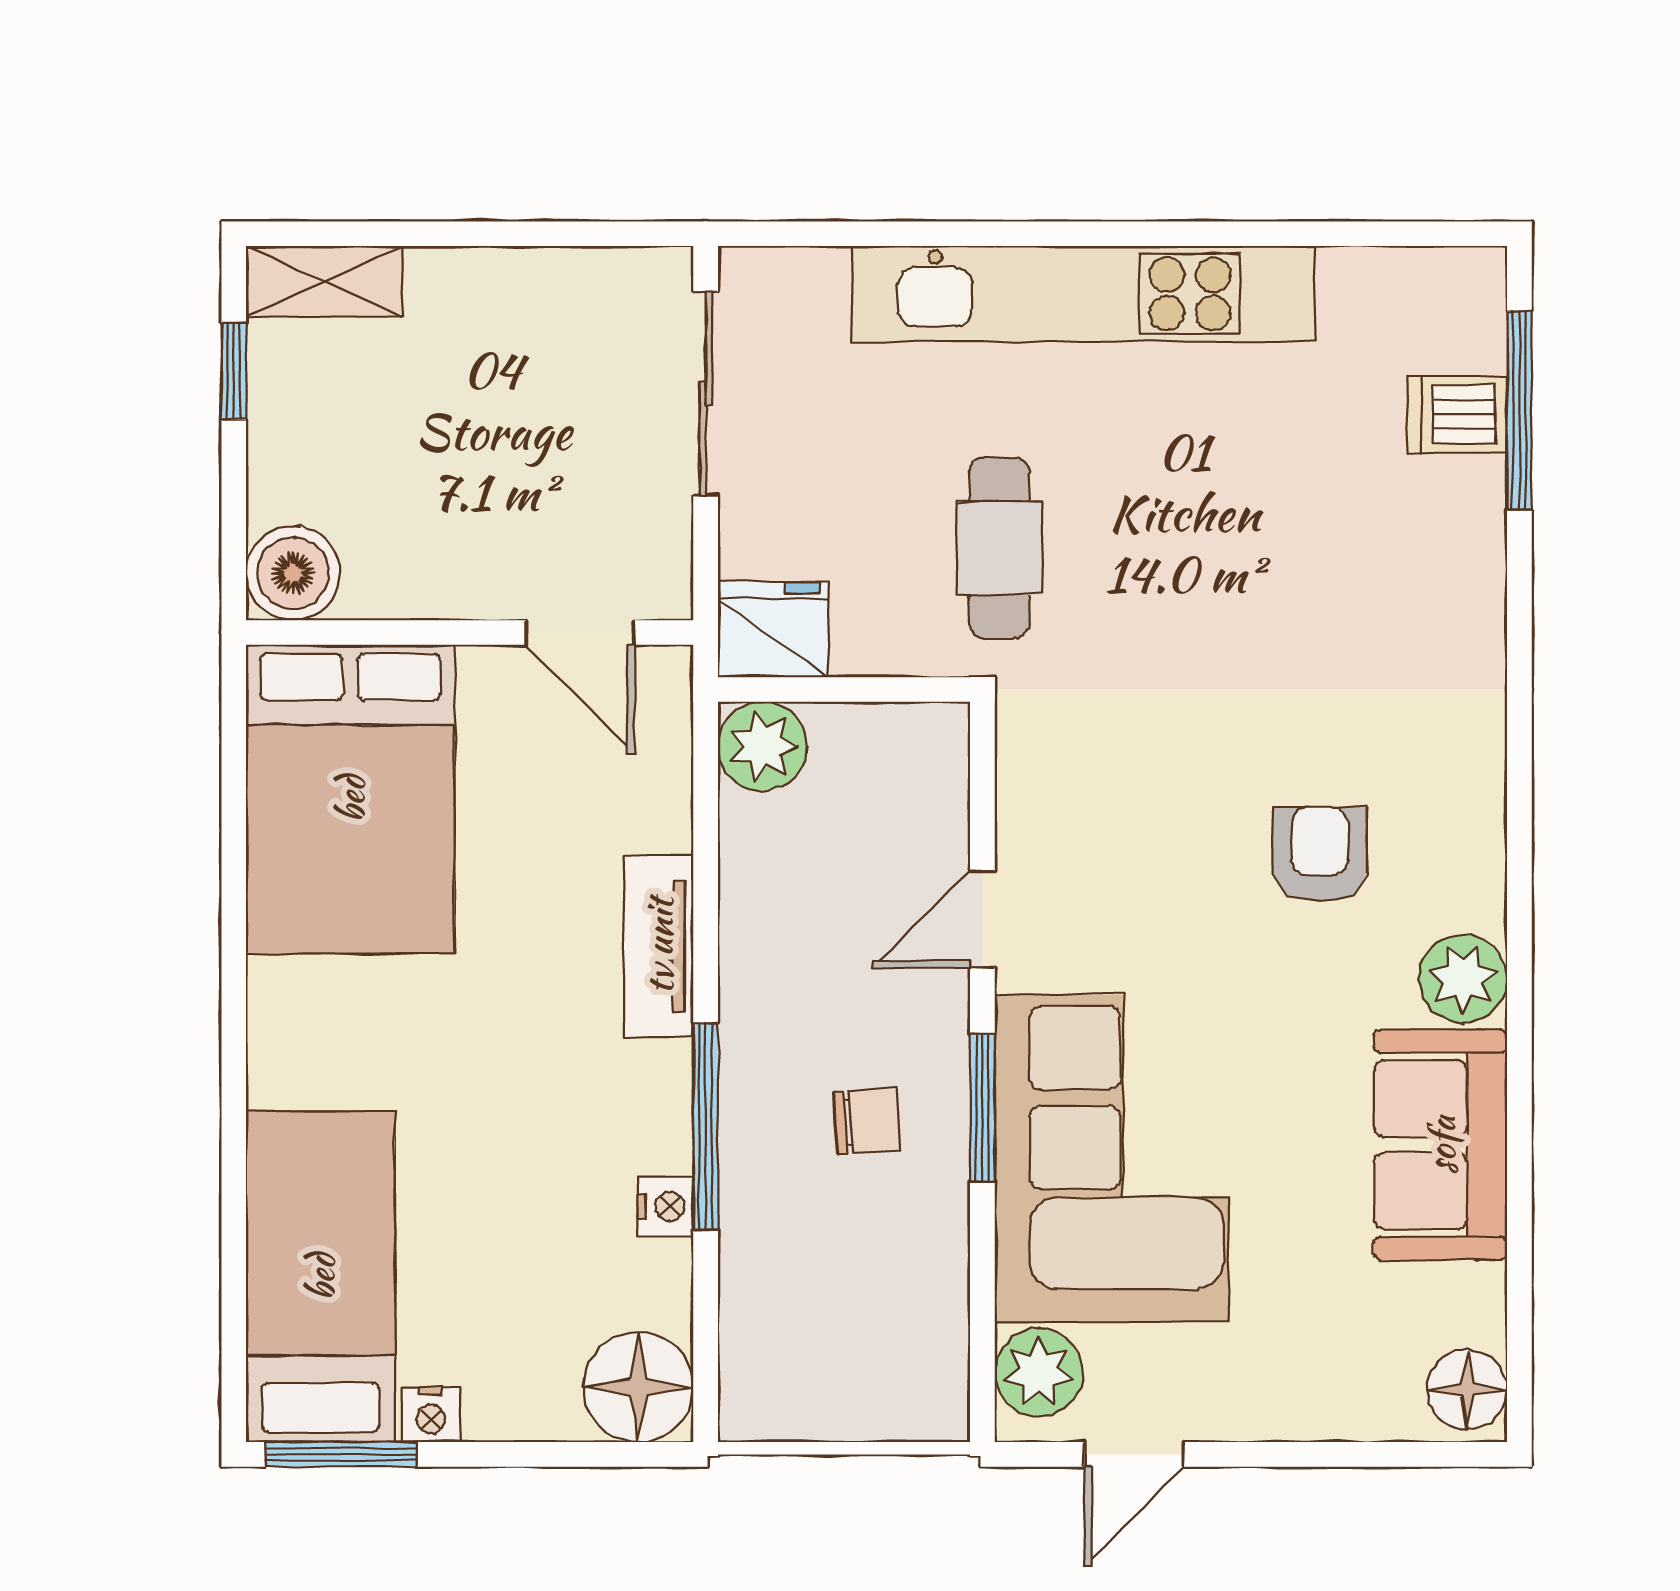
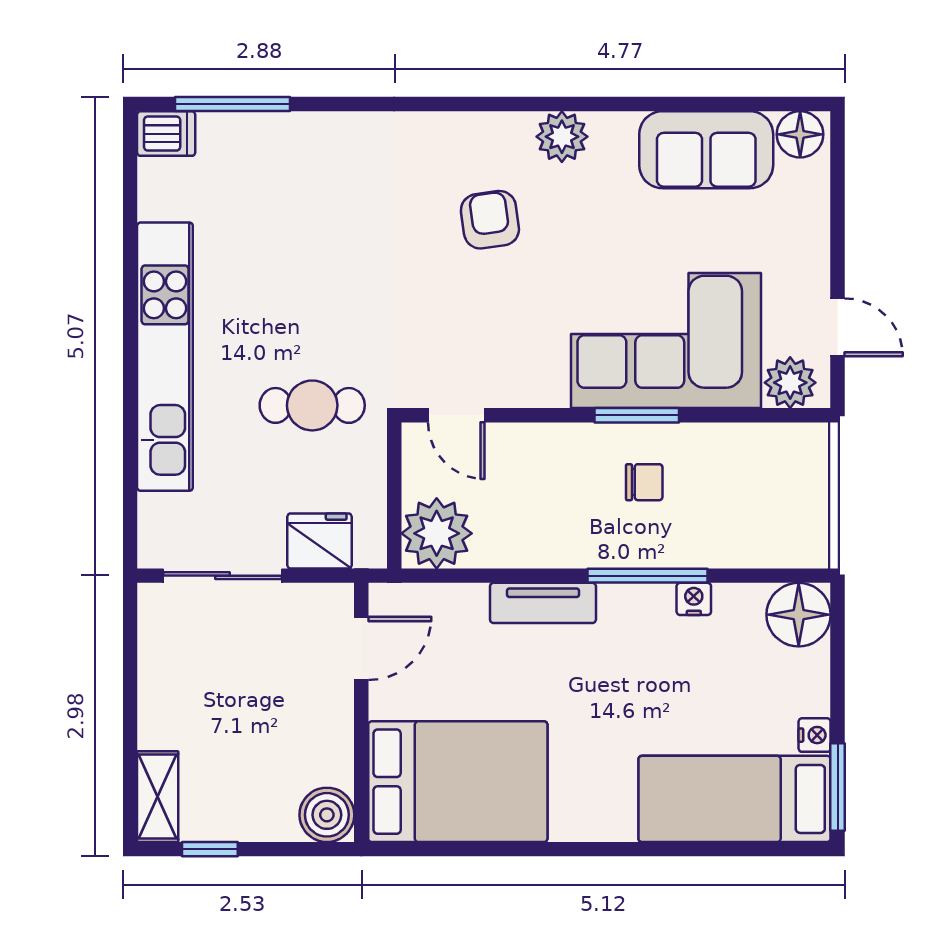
dishwasher: (1457, 414) -> (166, 134), moved, turned -90
fridge: (773, 630) -> (320, 541), moved, turned 90
plant: (762, 746) -> (437, 533), width x1.36, depth x1.36
armchair: (1320, 855) -> (490, 220), turned 82
door: (982, 919) -> (456, 415), moved
chair: (867, 1121) -> (644, 482), turned 94
sofa: (1441, 1145) -> (706, 150), moved

